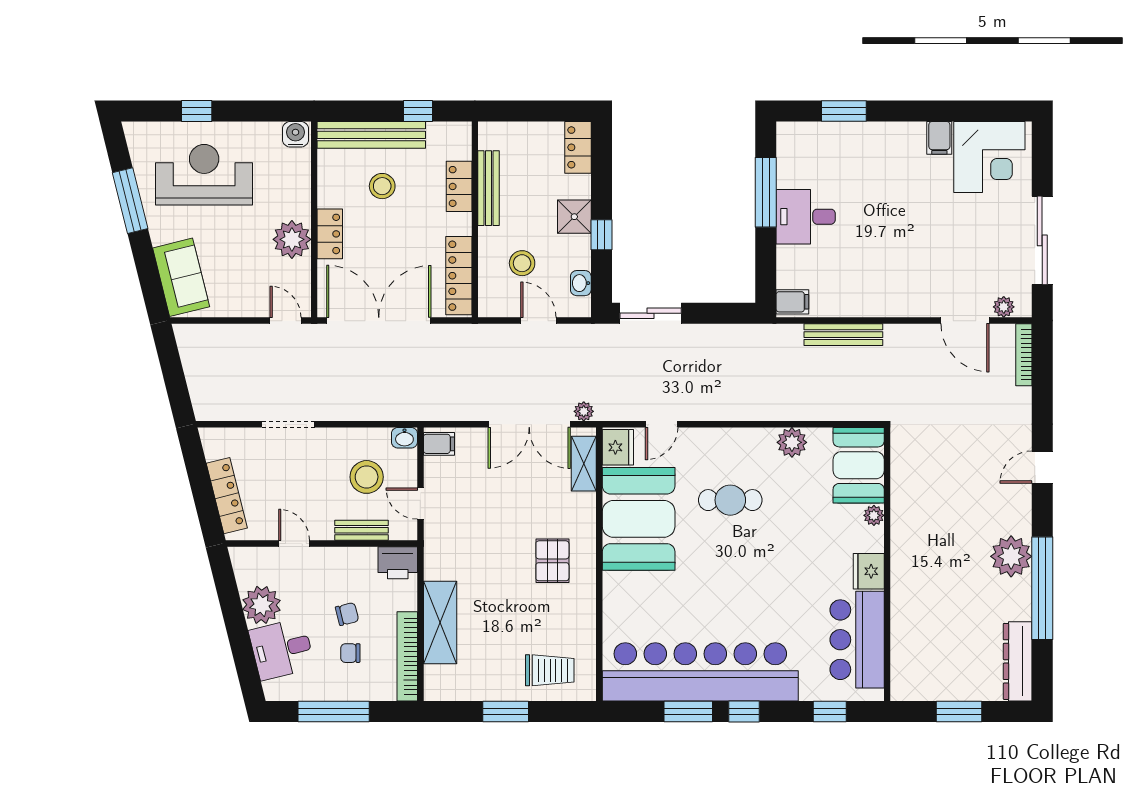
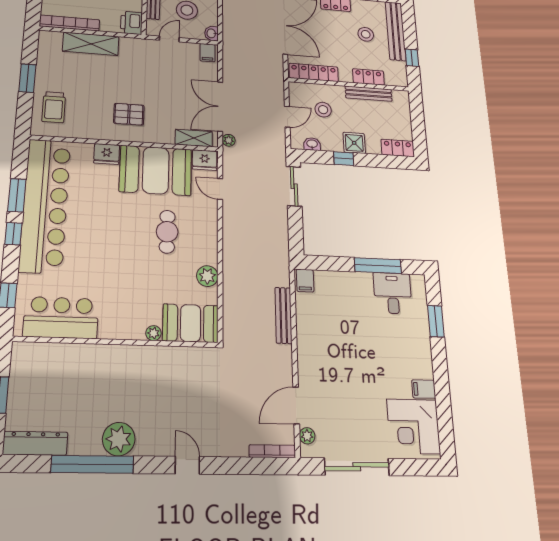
desk: (806, 217) -> (393, 293), moved
fridge: (869, 571) -> (107, 154), moved, turned 180

